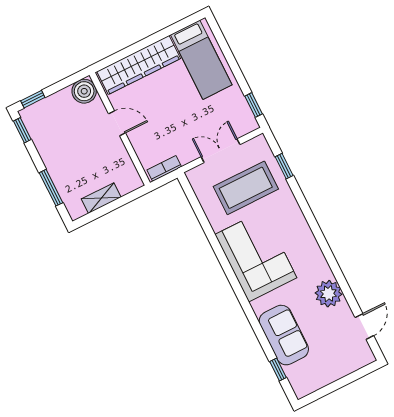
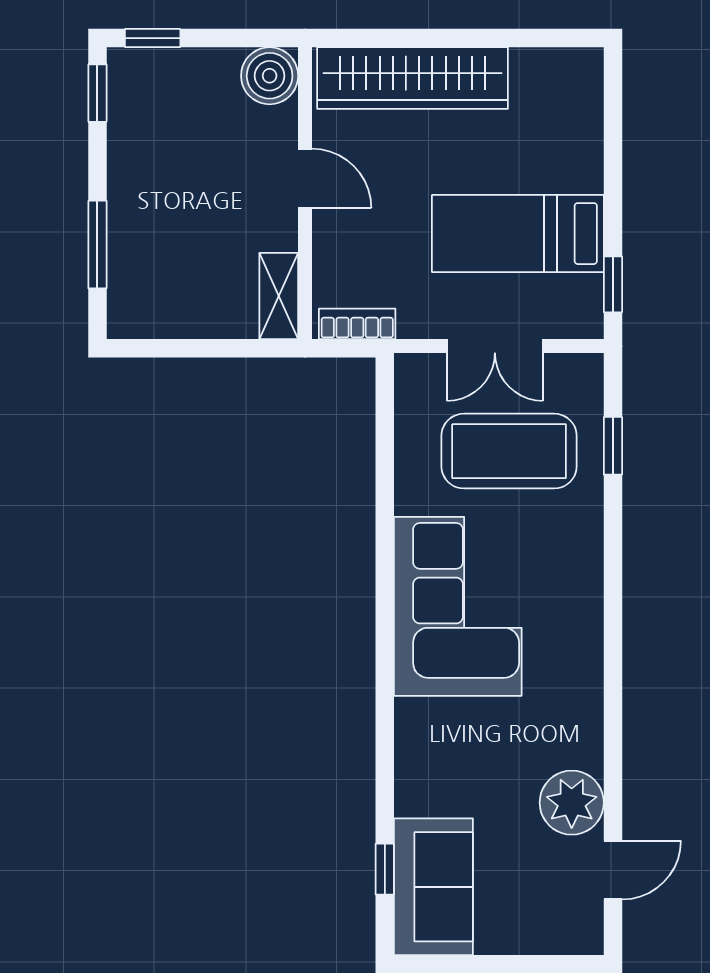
bed: (201, 60) -> (518, 234), moved, turned 90
double door: (221, 151) -> (495, 346), swing flipped
shelving: (101, 198) -> (279, 296), moved, turned 90
plant: (328, 294) -> (572, 803), moved
sofa: (284, 335) -> (433, 887), moved

